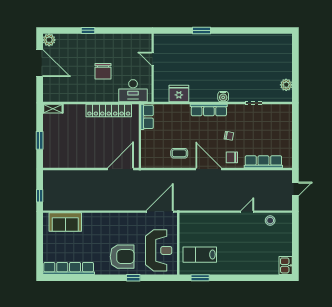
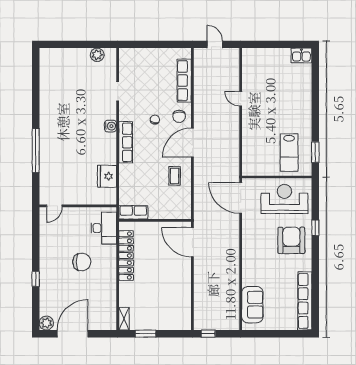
window: (201, 30) -> (36, 151), width x2.11
door: (153, 59) -> (54, 206), moved
window: (40, 140) -> (146, 334), moved
window: (40, 196) -> (208, 334), moved
stool: (270, 221) -> (251, 73), removed

